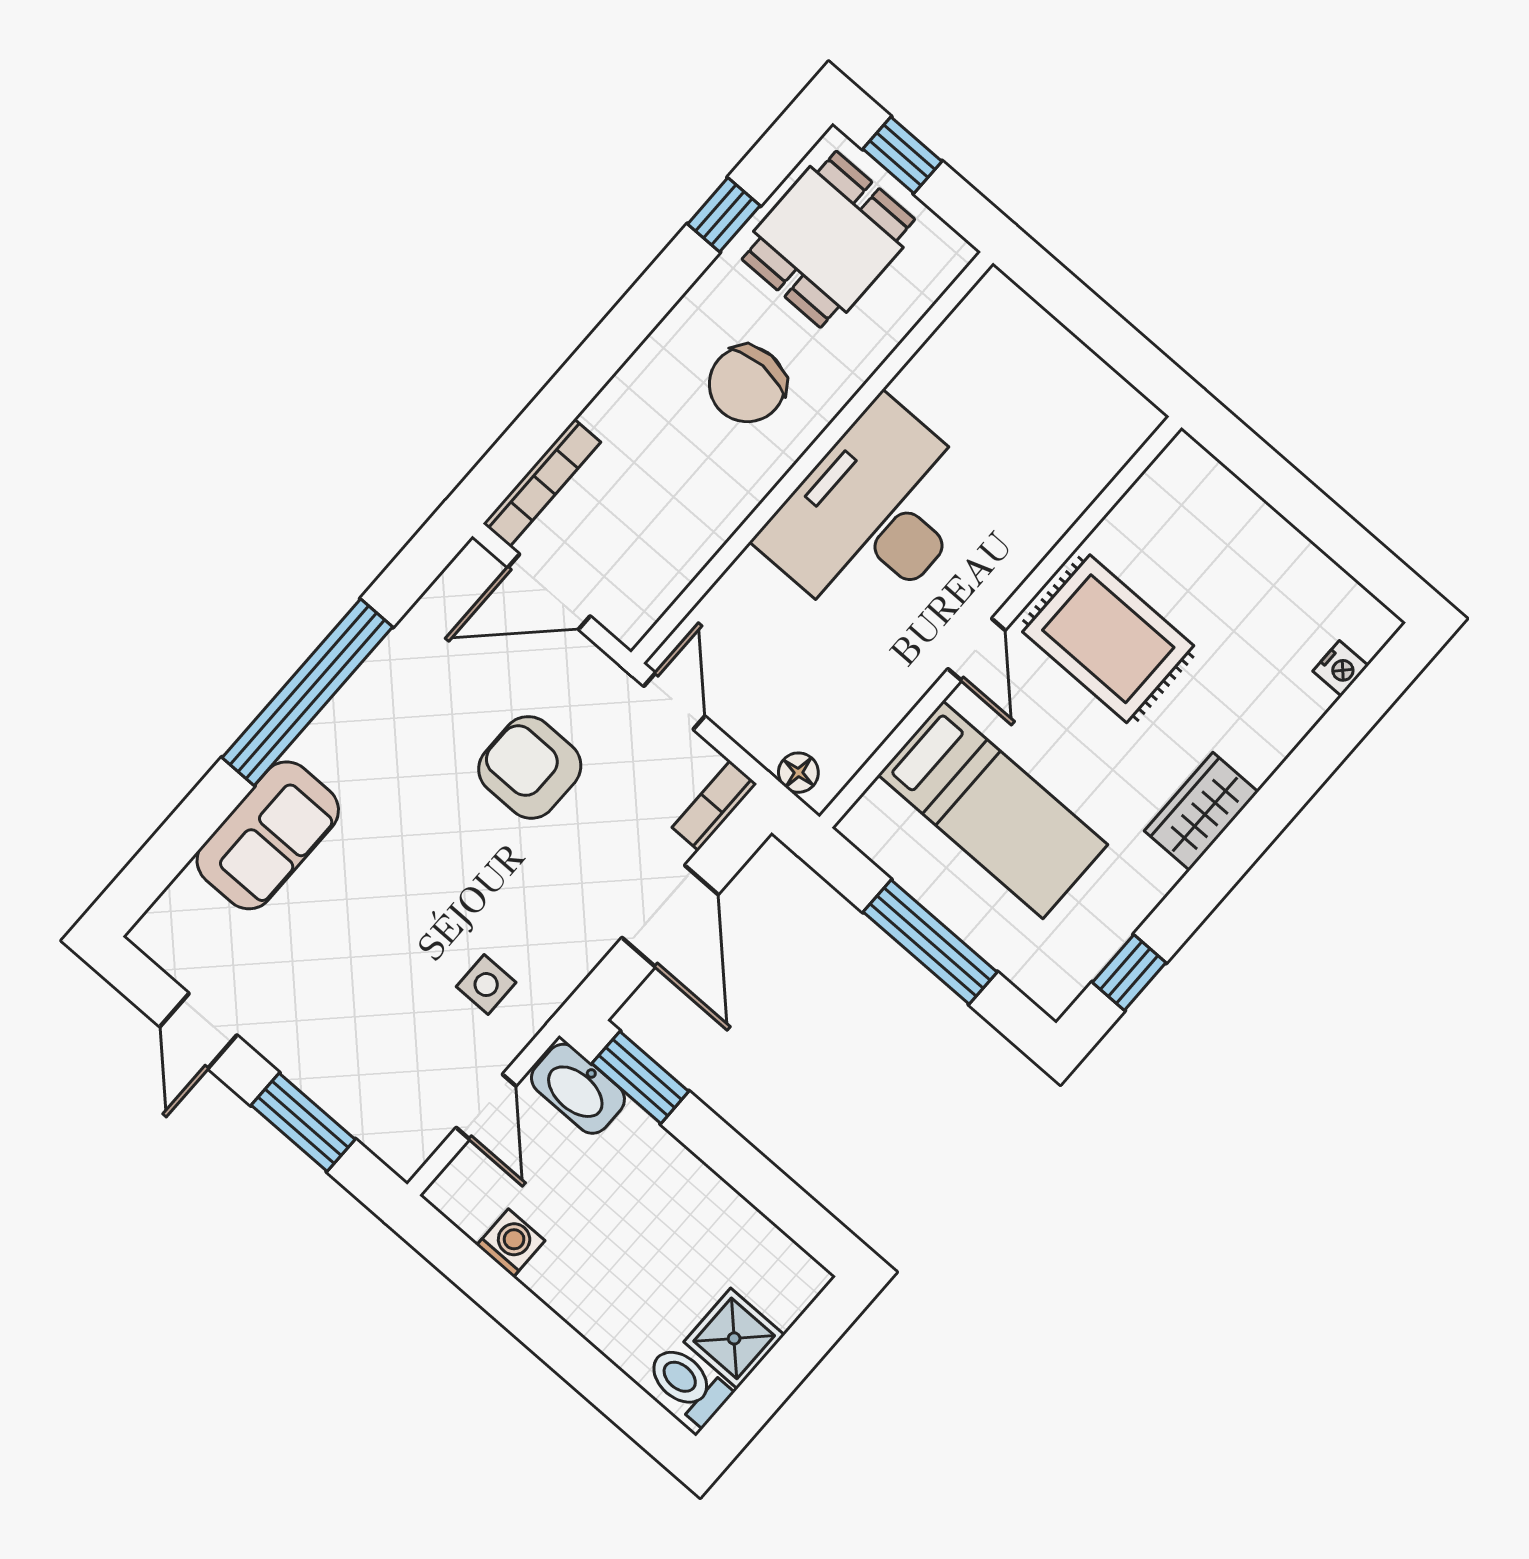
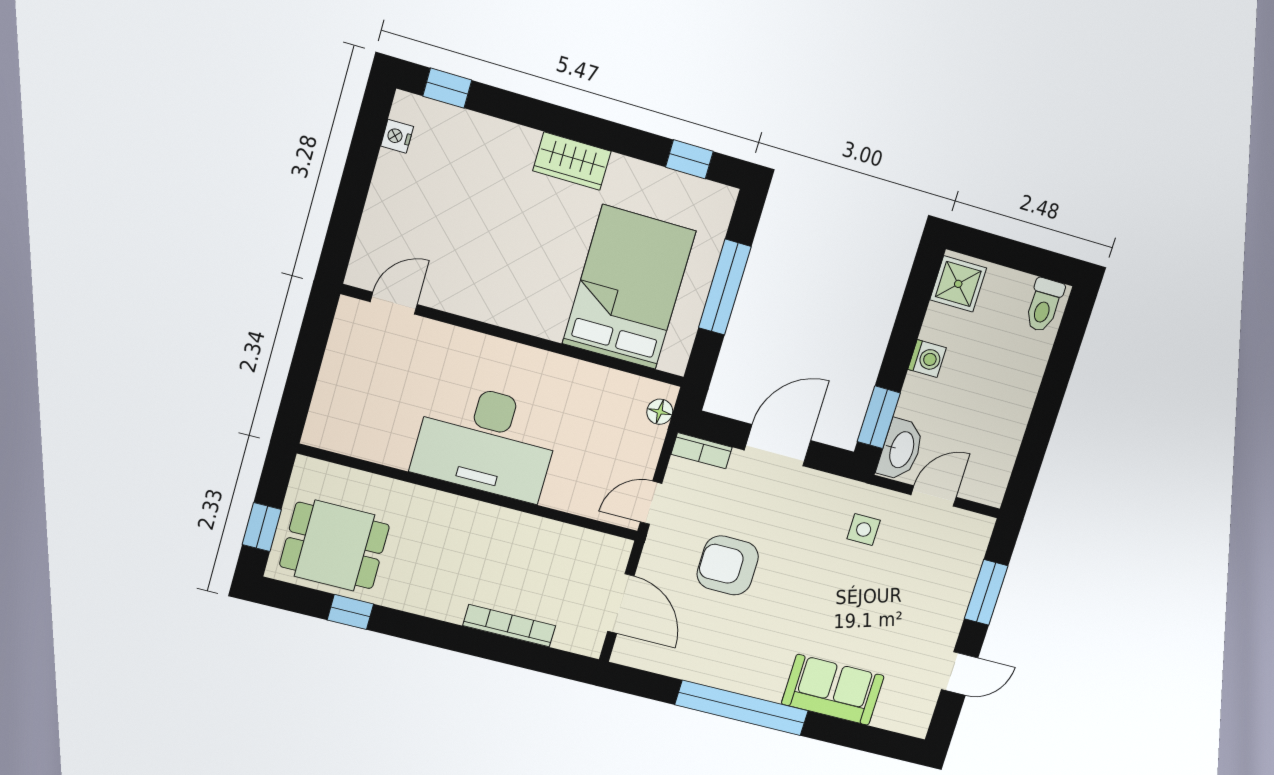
chair: (747, 384) -> (444, 551), removed
bookcase: (542, 483) -> (509, 626), moved
rug: (1108, 639) -> (494, 267), removed
door: (977, 650) -> (394, 303), moved
nightstand: (1341, 668) -> (397, 136), moved, turned -90
window: (1375, 690) -> (447, 88), added
armchair: (530, 767) -> (728, 565), turned 90
bed: (993, 810) -> (629, 287), width x1.50
washing machine: (511, 1243) -> (927, 359), moved, turned 180
shower: (734, 1338) -> (958, 284), moved

